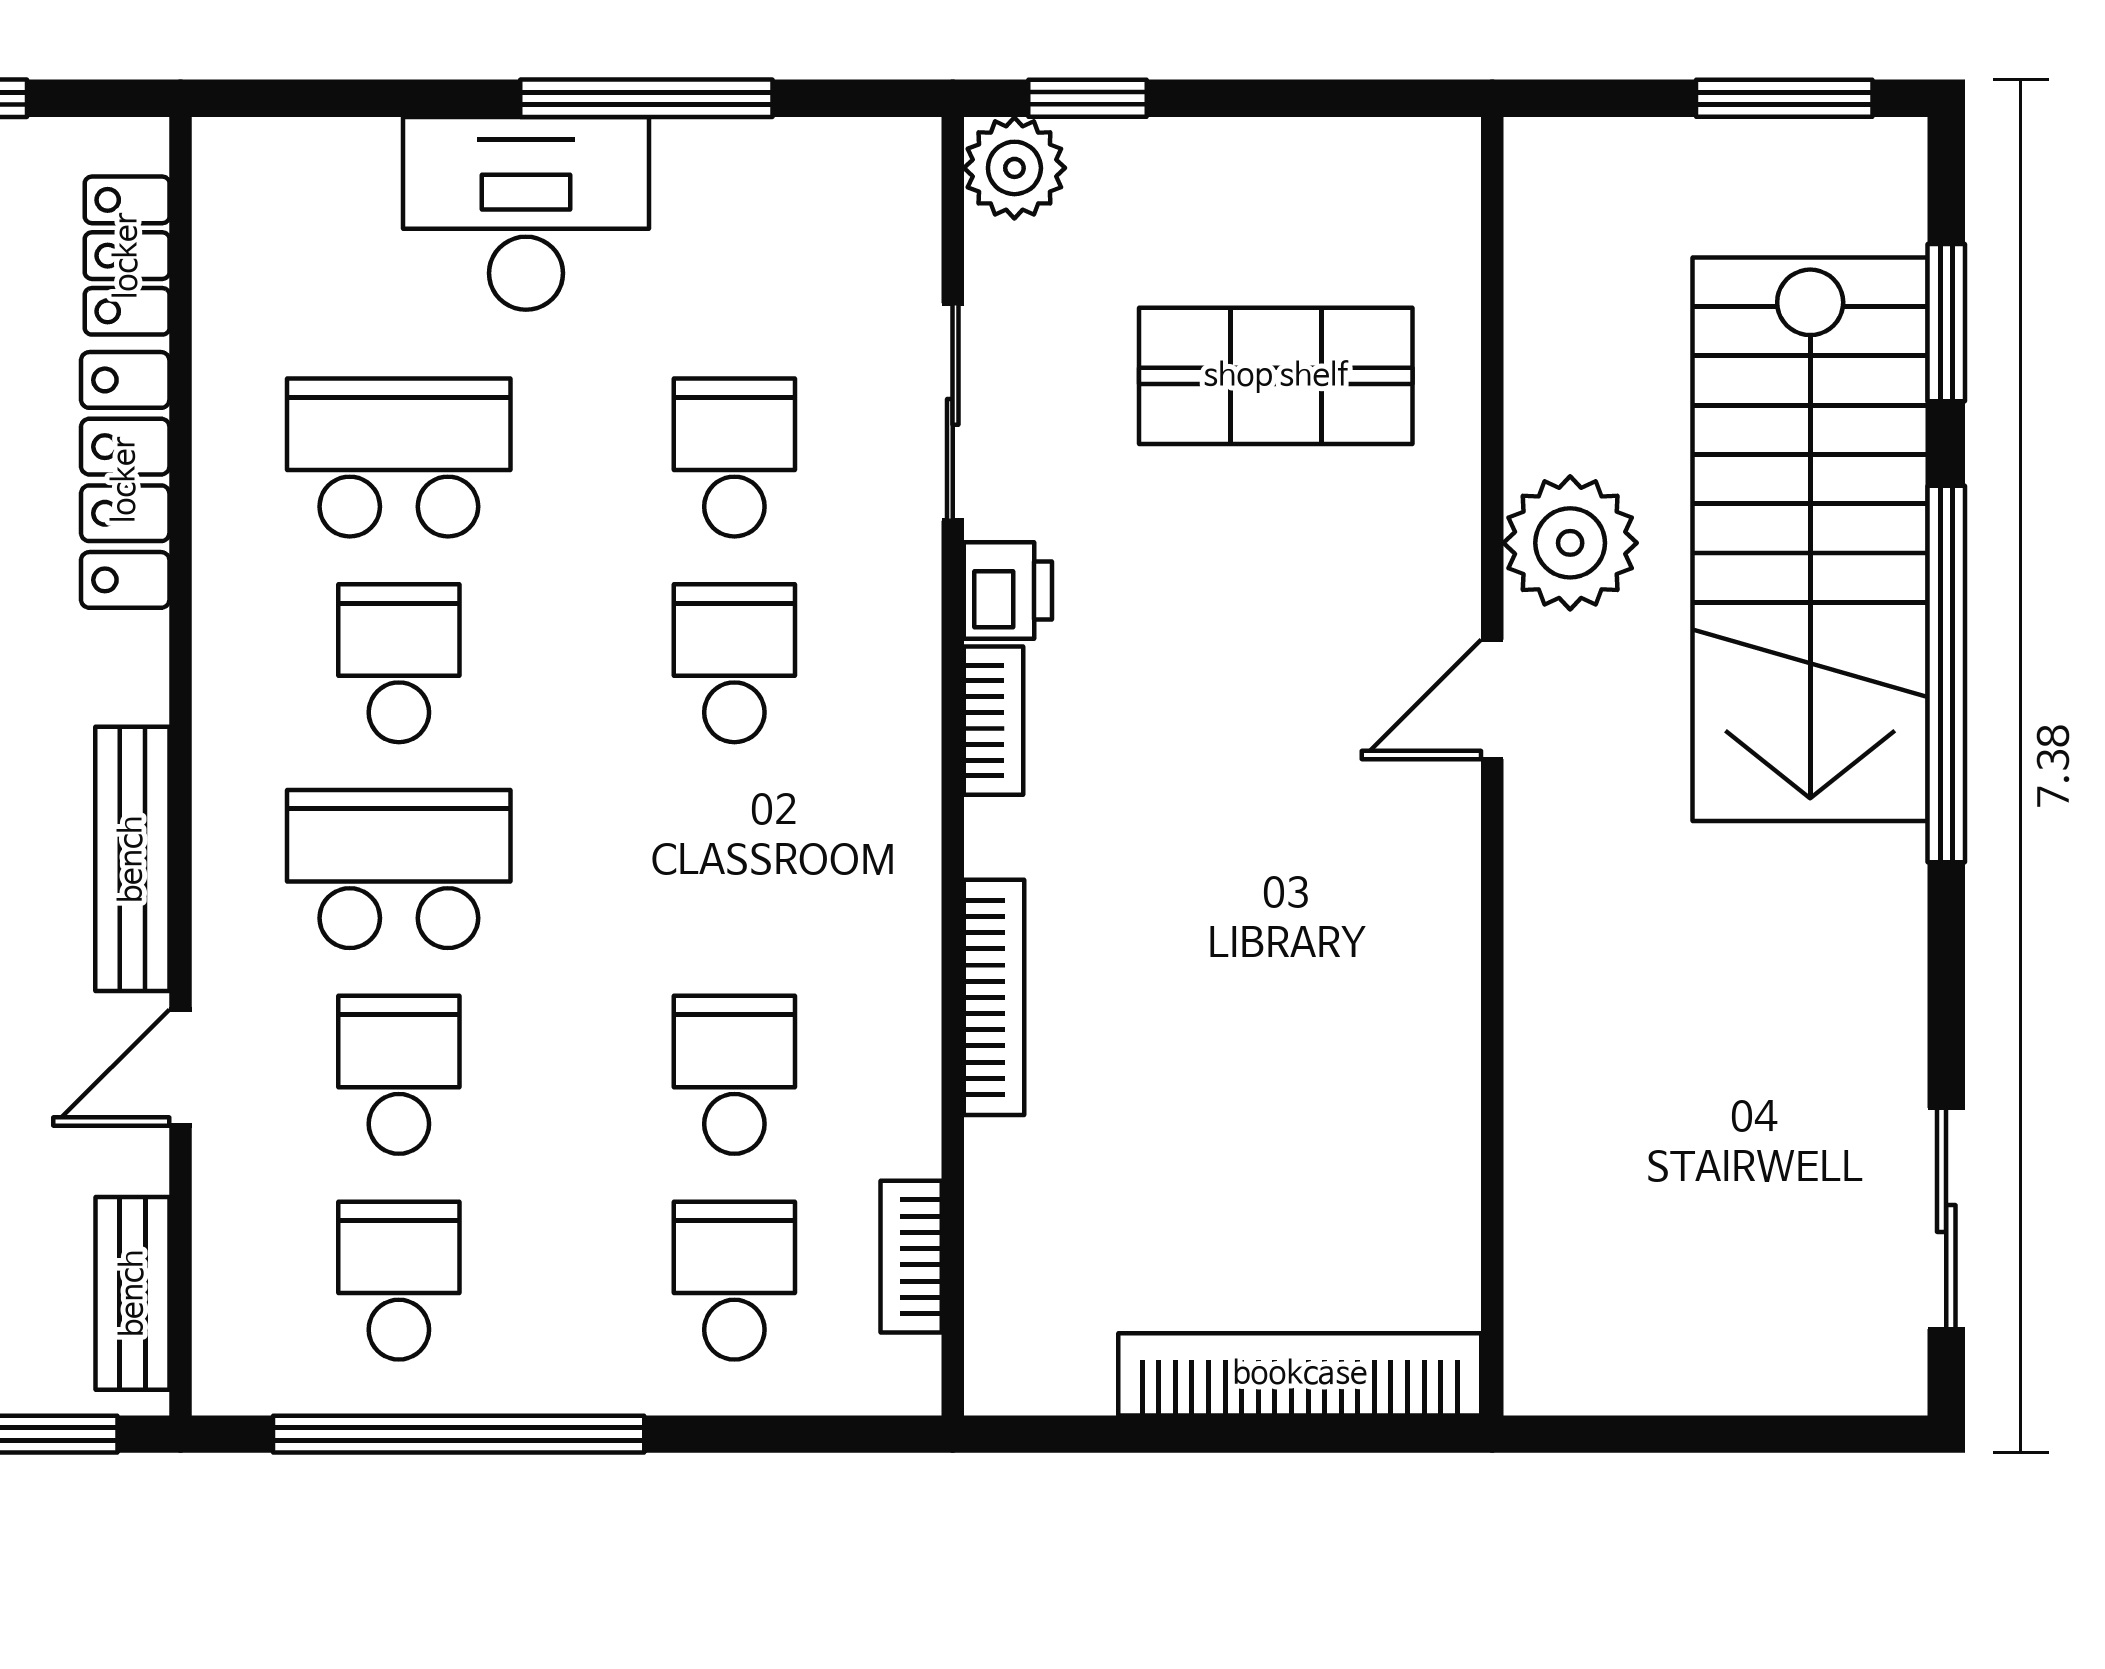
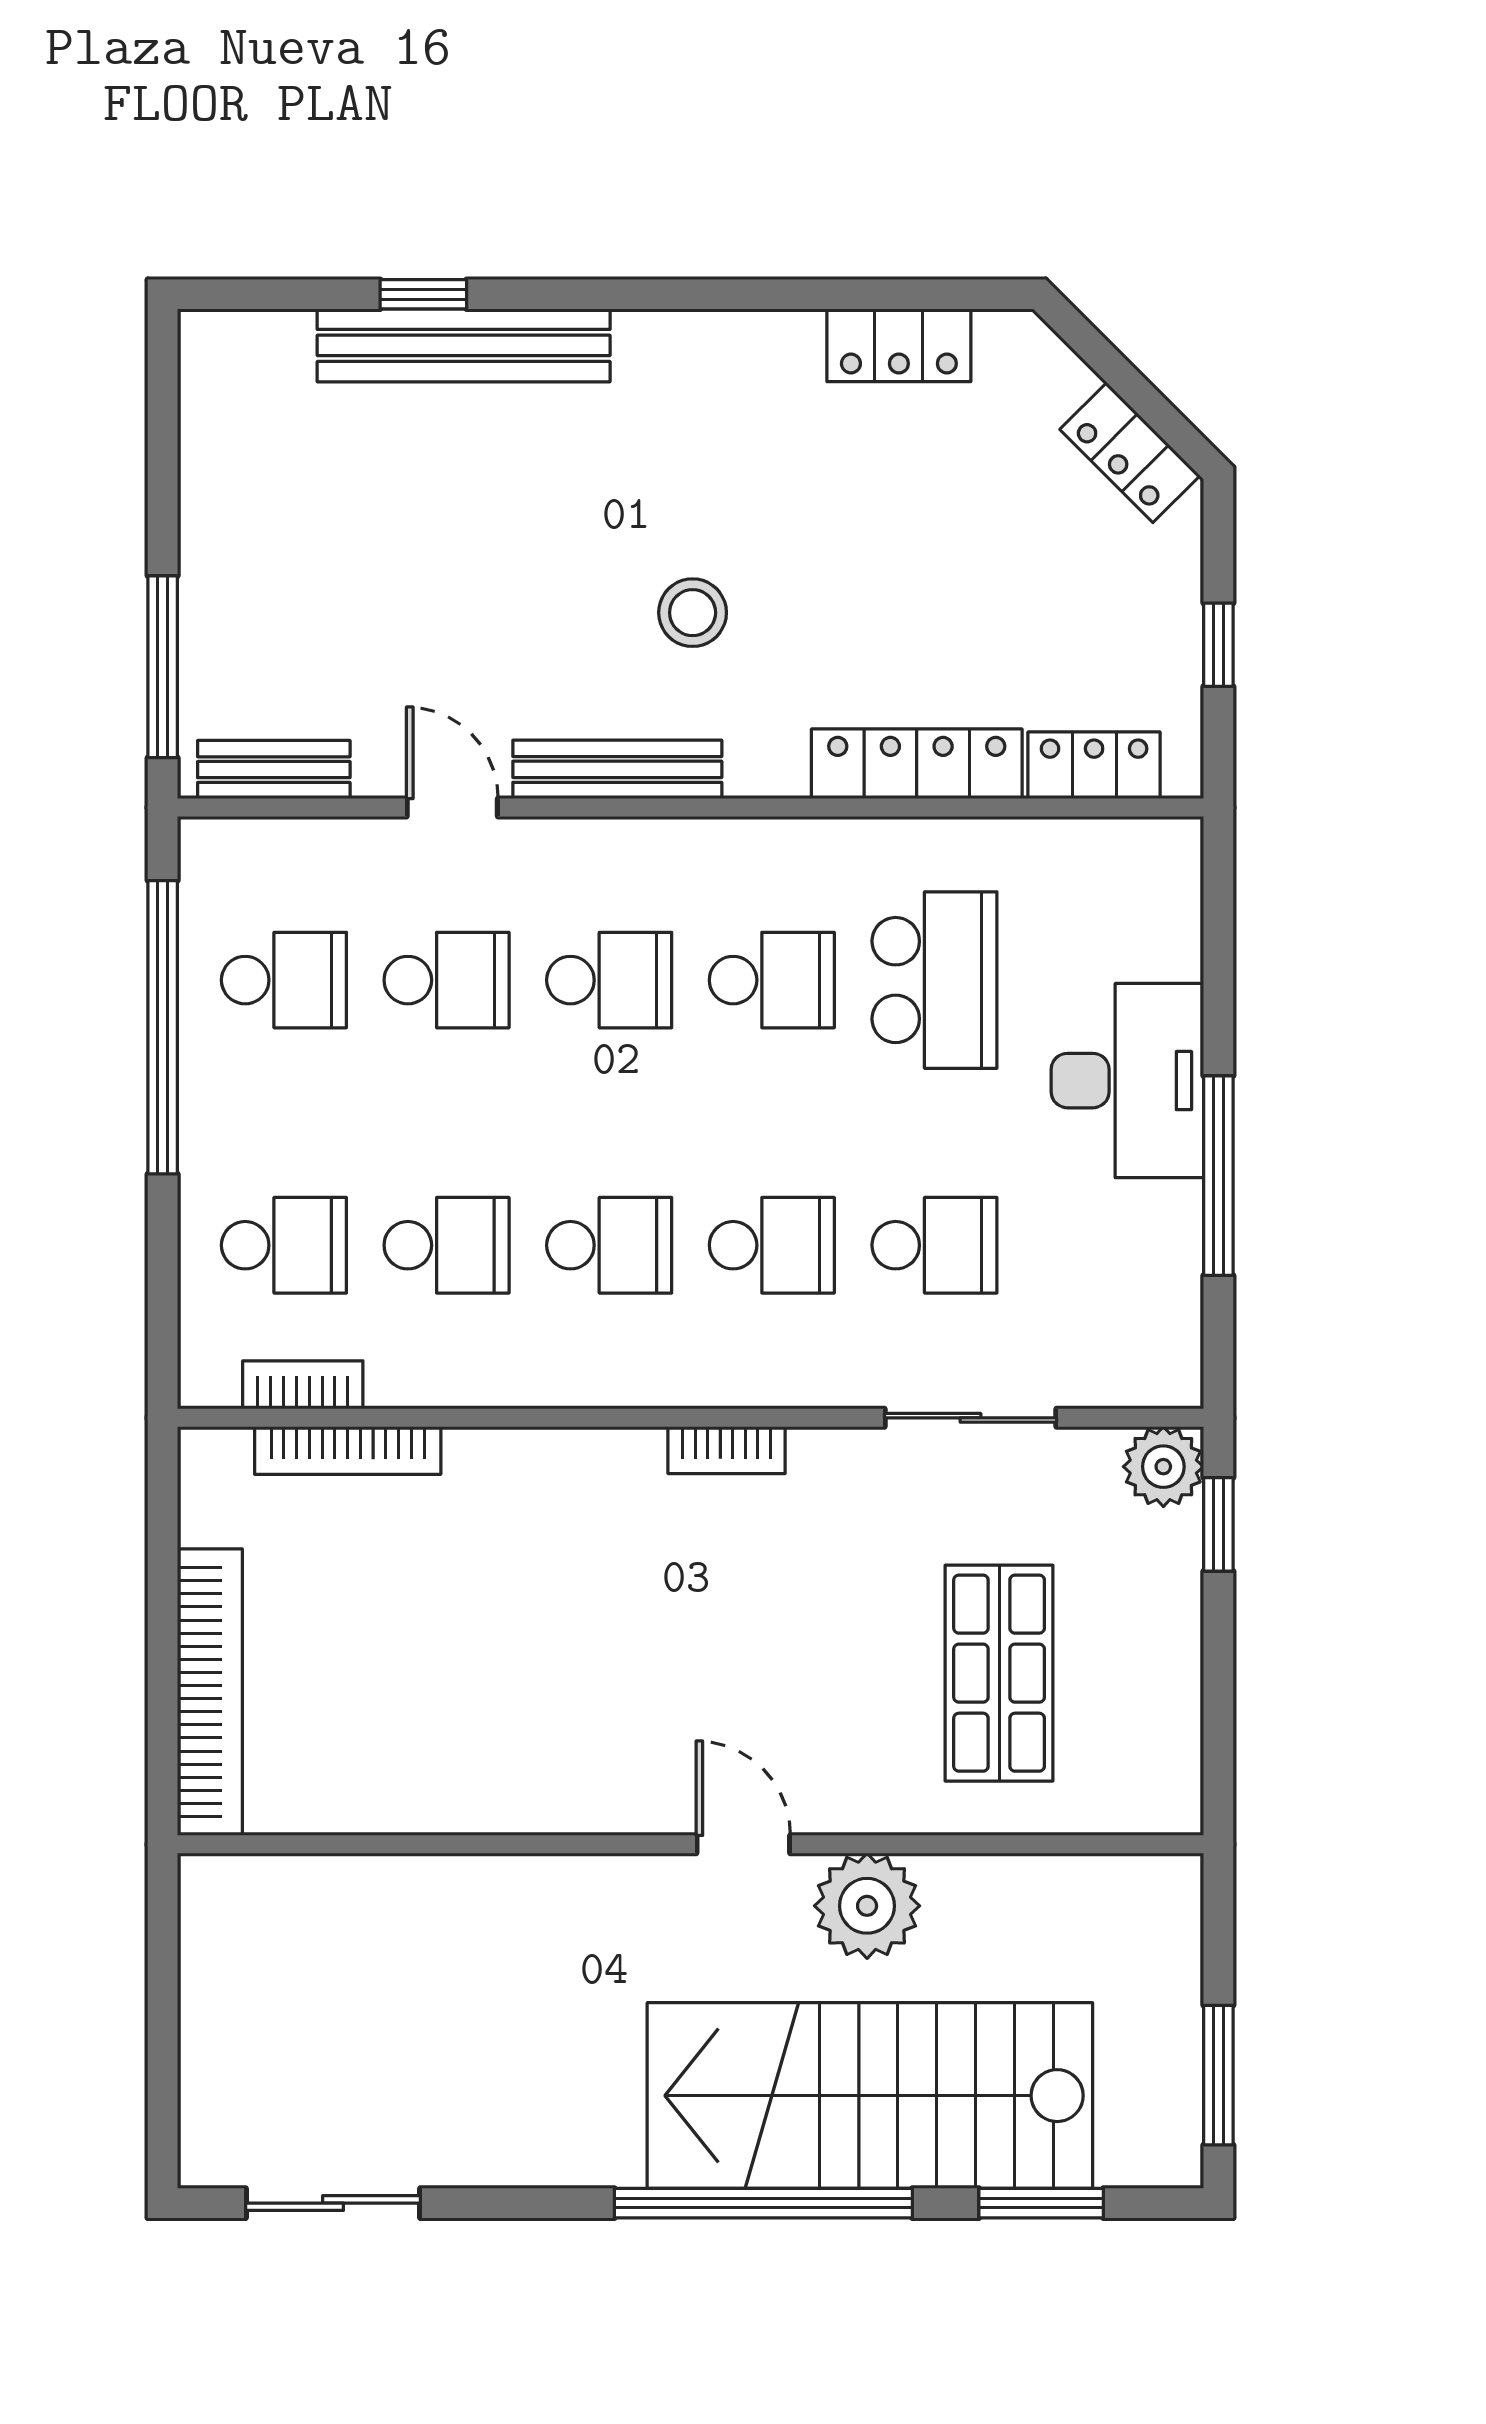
printer: (1008, 590) -> (829, 1461), removed
school desk: (399, 869) -> (609, 980), width x0.54
school desk: (734, 869) -> (609, 1245), added
bookcase: (994, 997) -> (348, 1450), moved

